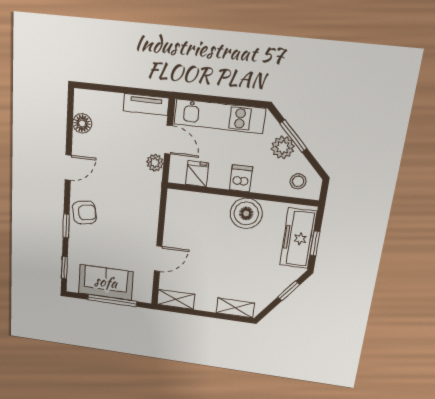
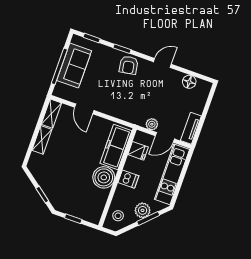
door: (68, 167) -> (162, 63), swing flipped
freezer: (298, 238) -> (116, 147), moved, turned -90
shelving: (235, 308) -> (42, 140), moved

